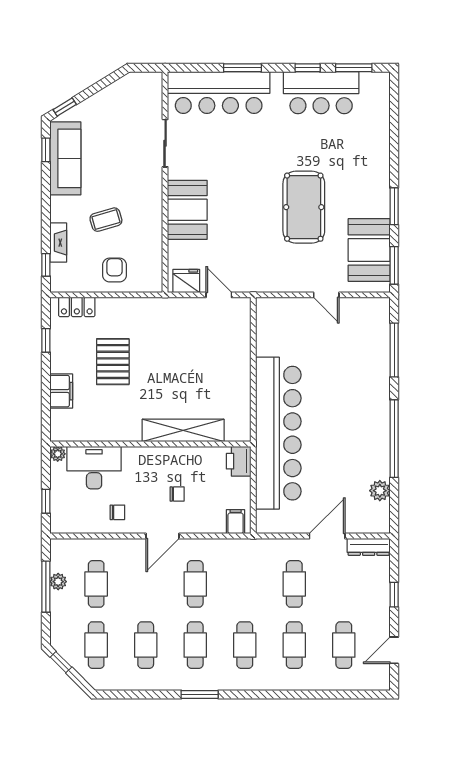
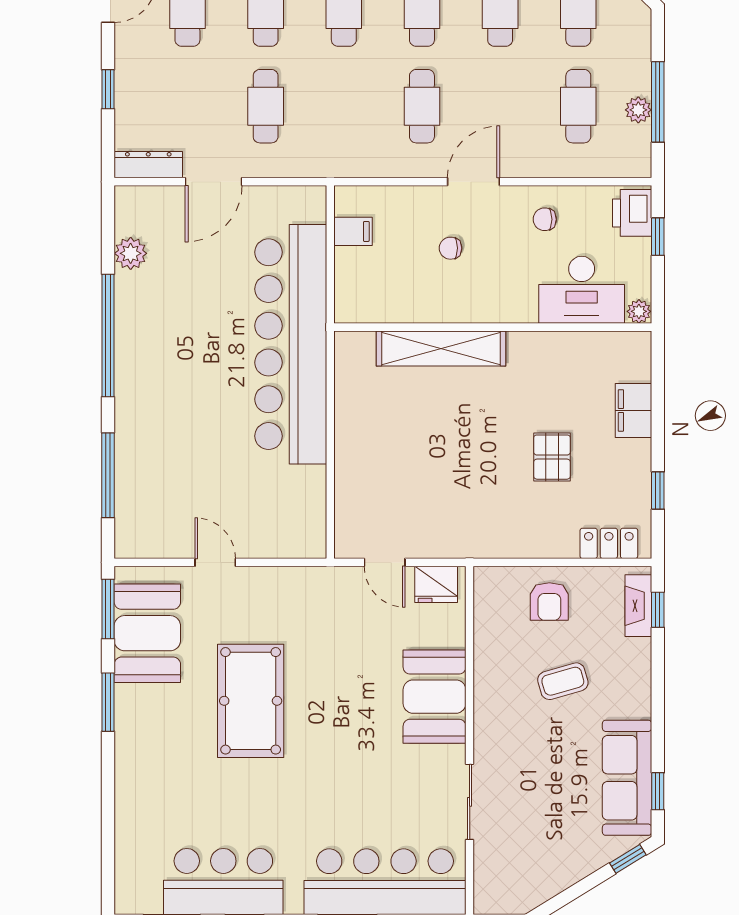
fireplace: (58, 243) -> (638, 606), moved
pallet: (113, 362) -> (552, 457), width x0.67, depth x0.71
printer: (239, 461) -> (632, 213), moved, turned 180
filing cabinet: (236, 522) -> (353, 231), moved, turned -90

